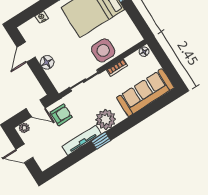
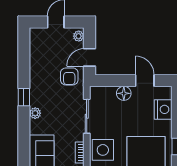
nightstand: (42, 17) -> (163, 109), width x1.89, depth x1.79
plant: (106, 119) -> (35, 113), width x0.53, depth x0.53
tv unit: (82, 140) -> (35, 80), removed

